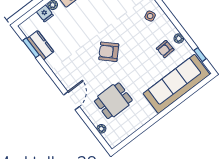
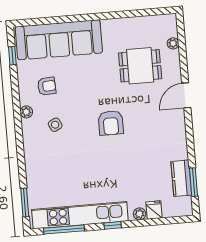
side table: (150, 16) -> (55, 125), moved
plant: (179, 38) -> (26, 112), moved
armchair: (109, 52) -> (111, 123), turned 46

